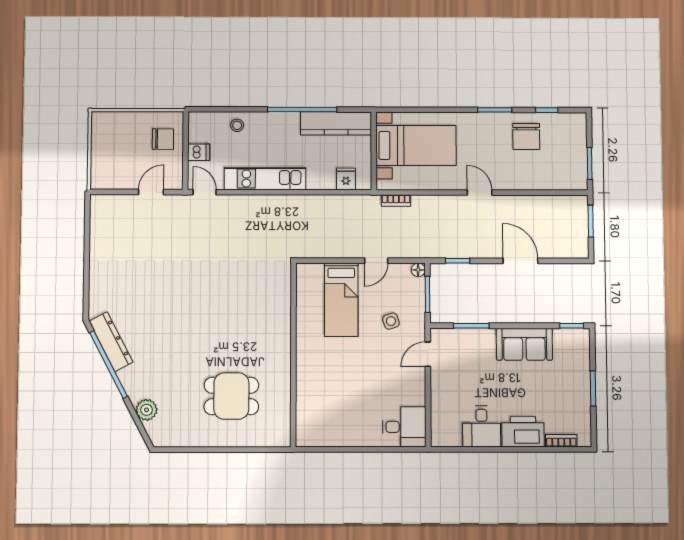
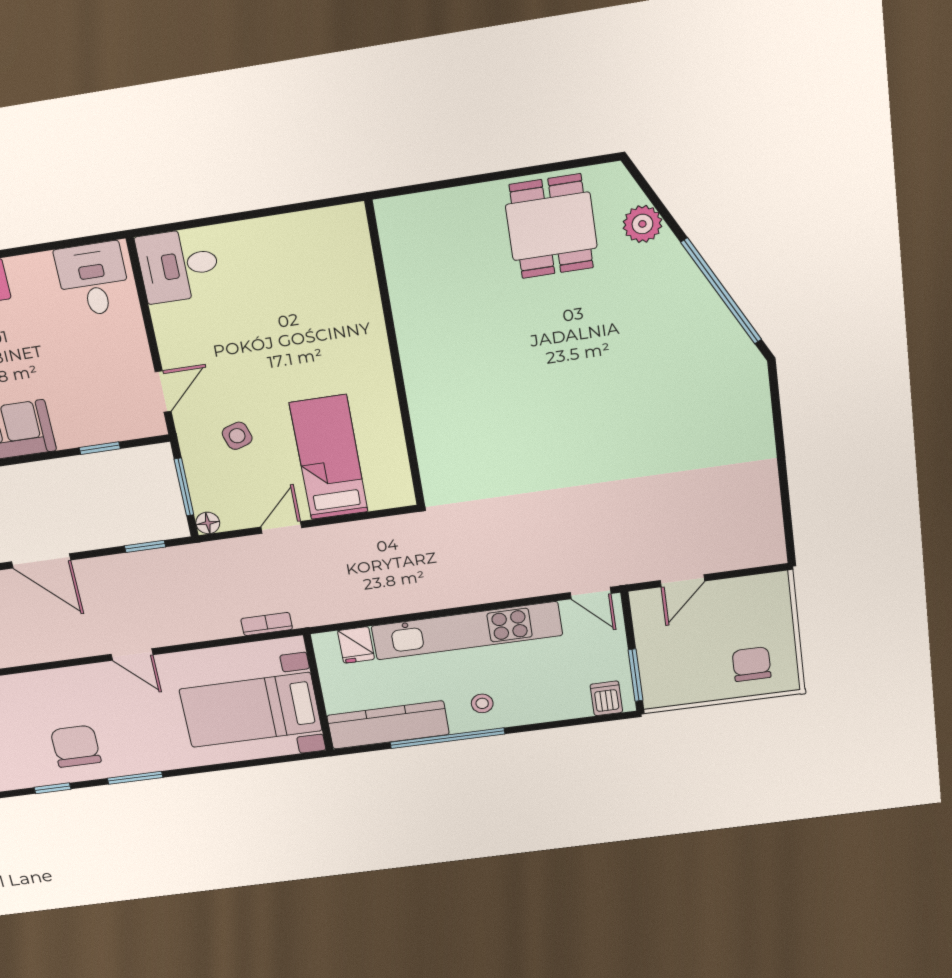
stool: (237, 125) -> (482, 703), moved
window: (186, 135) -> (635, 675), added
chair: (163, 139) -> (752, 664), moved, turned 90
dishwasher: (199, 152) -> (606, 698), moved, turned 90
kitchen unit: (265, 179) -> (467, 631), width x1.36
window: (471, 326) -> (100, 448), width x0.67
dresser: (111, 342) -> (722, 330), removed
dining table: (231, 396) -> (551, 226), moved, turned 90
desk: (482, 426) -> (93, 279), moved

